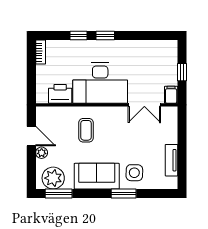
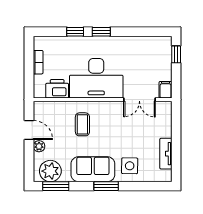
bookcase: (41, 52) -> (38, 62), moved
window: (182, 72) -> (176, 54), moved
window: (124, 194) -> (106, 186), moved

